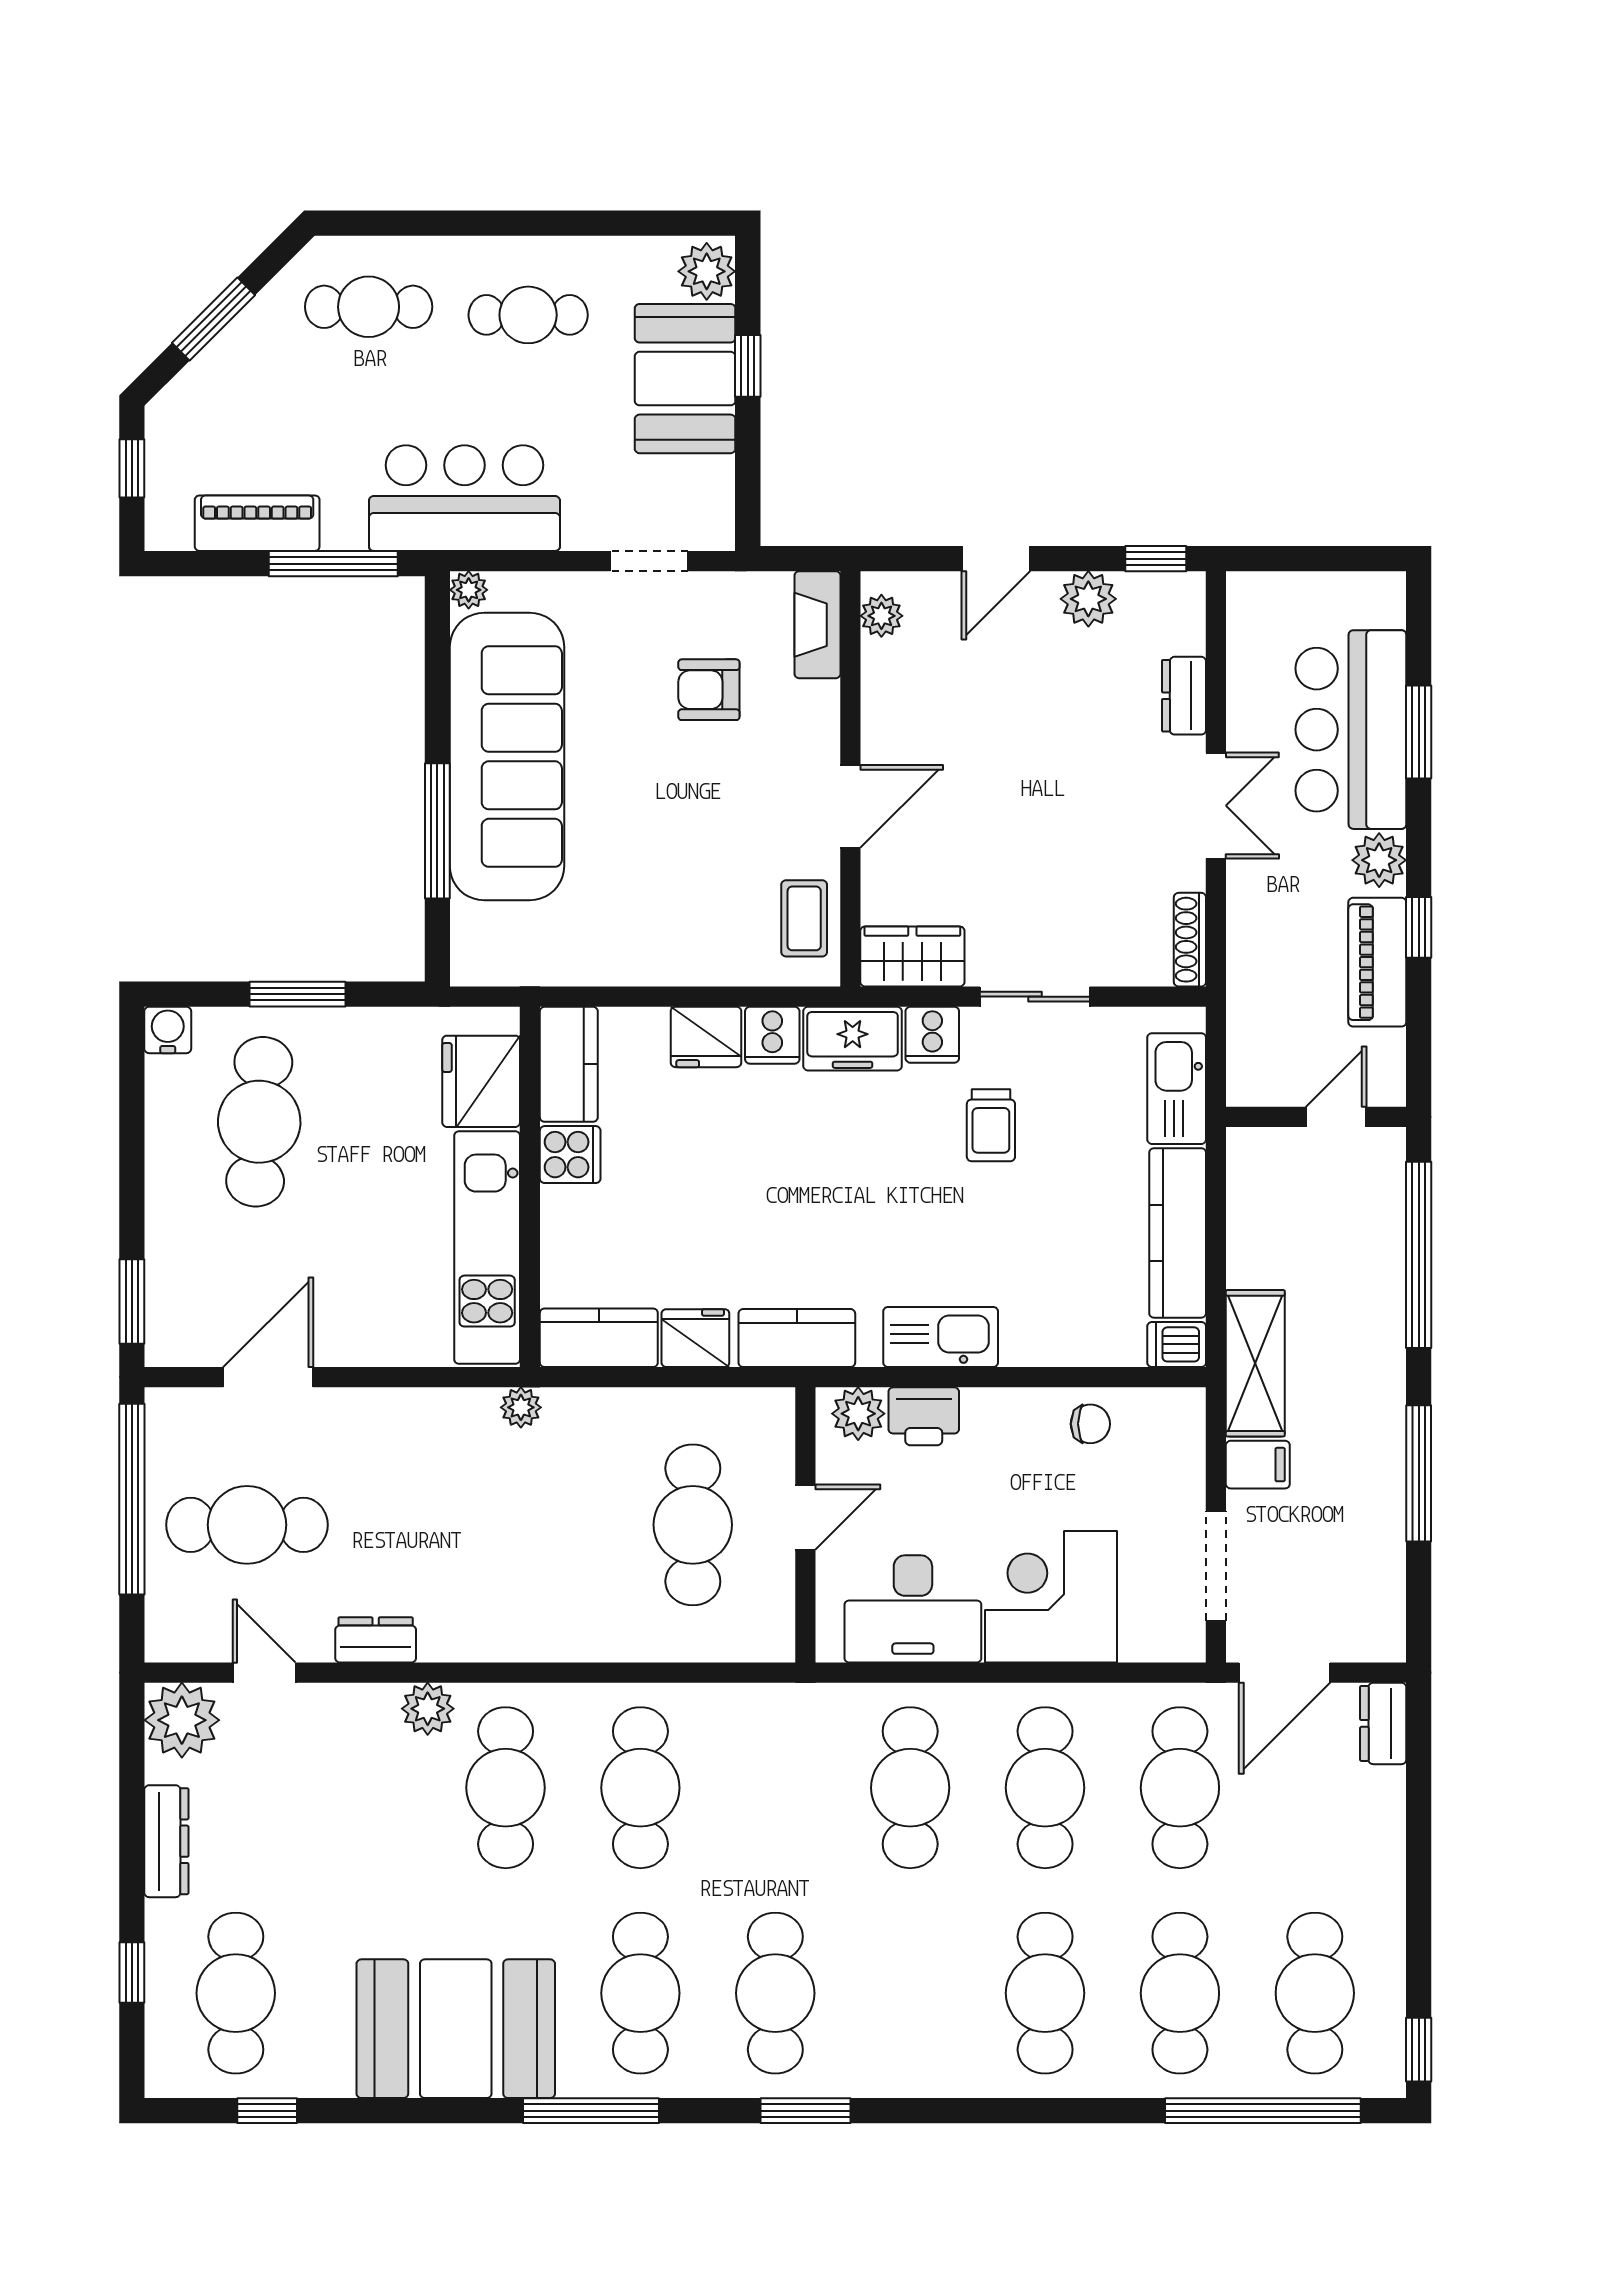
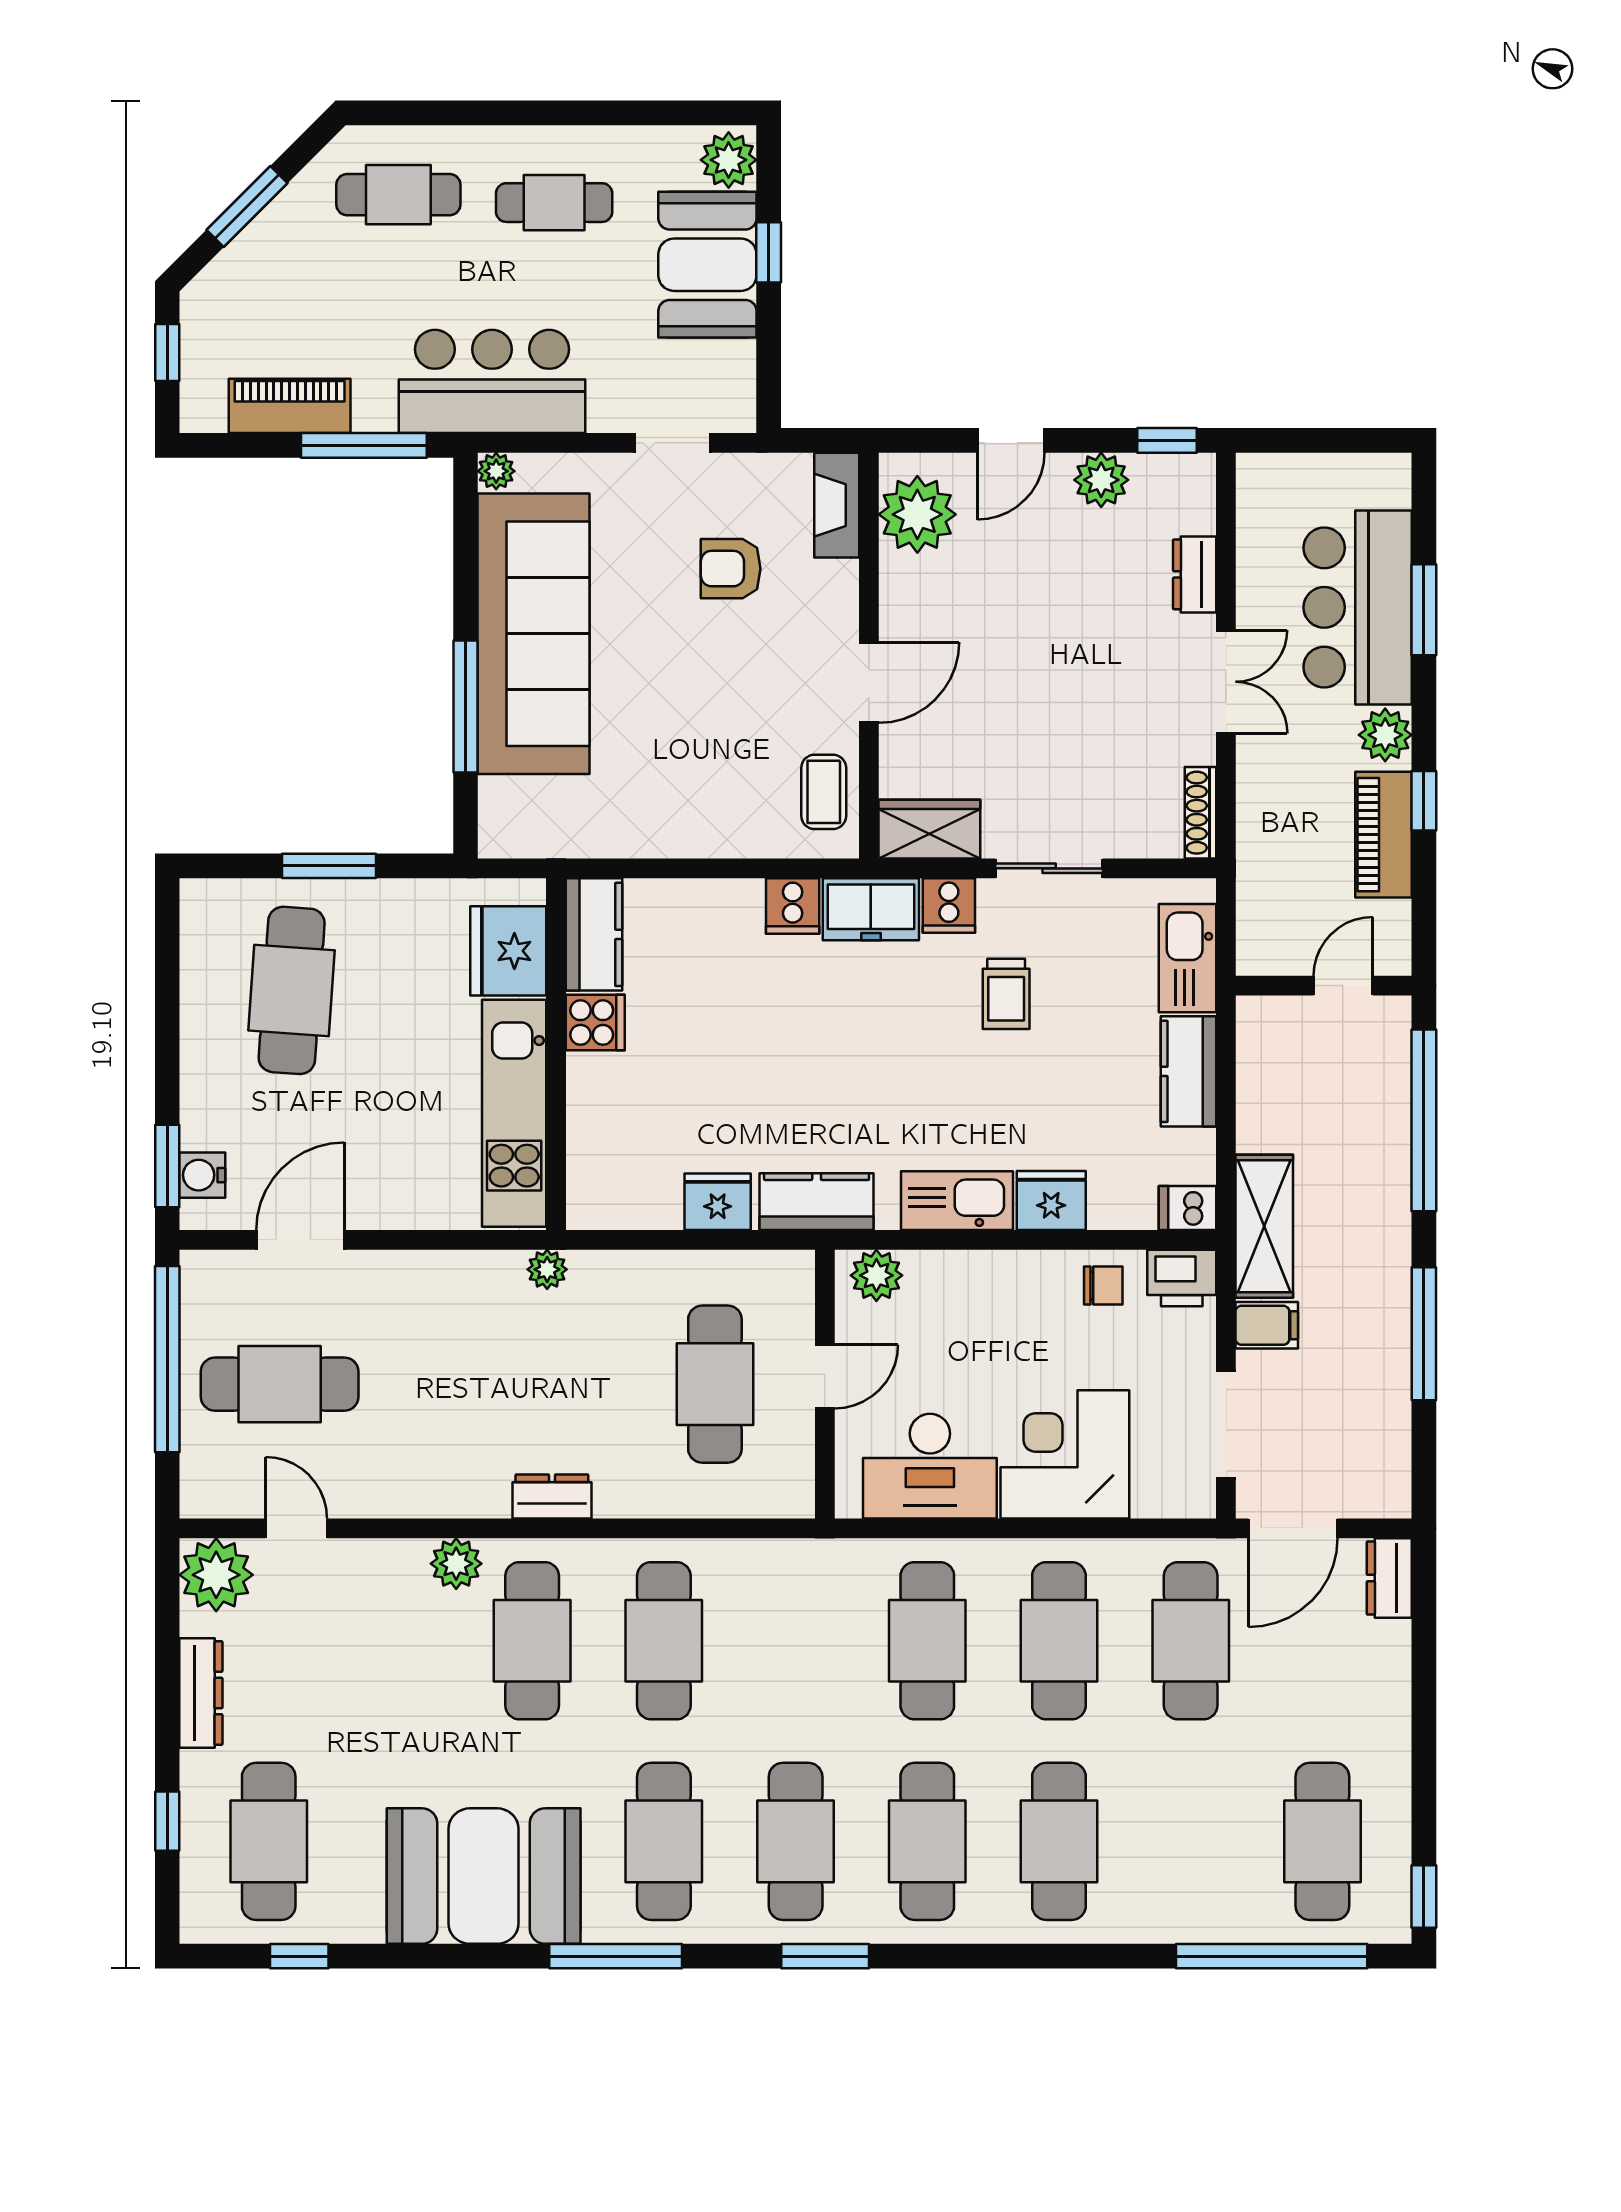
plant: (881, 616) -> (917, 514), width x1.88, depth x1.88
water cooler: (168, 1030) -> (202, 1175), moved, turned -90
fridge: (706, 1037) -> (1051, 1201), moved, turned 180
kitchen counter: (1178, 1233) -> (1188, 1071), width x0.67
kitchen counter: (599, 1338) -> (623, 1201), removed
printer: (924, 1416) -> (1182, 1278), moved
dresser: (376, 1640) -> (552, 1496), moved
cafe table: (1180, 1993) -> (927, 1841), moved

